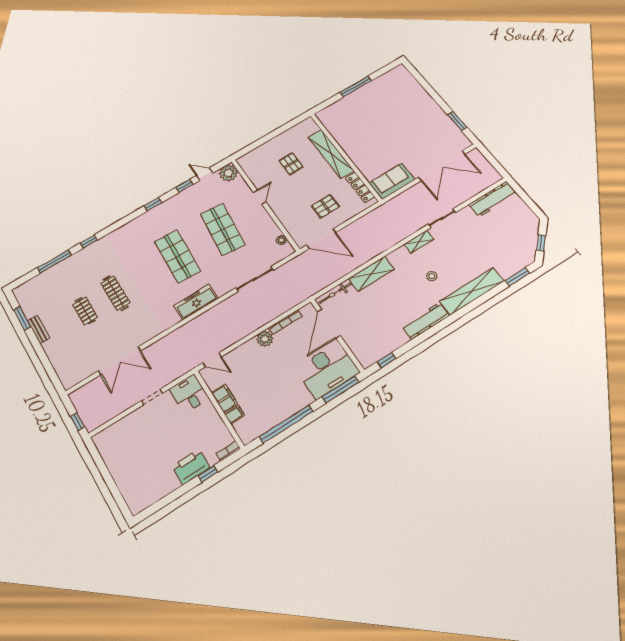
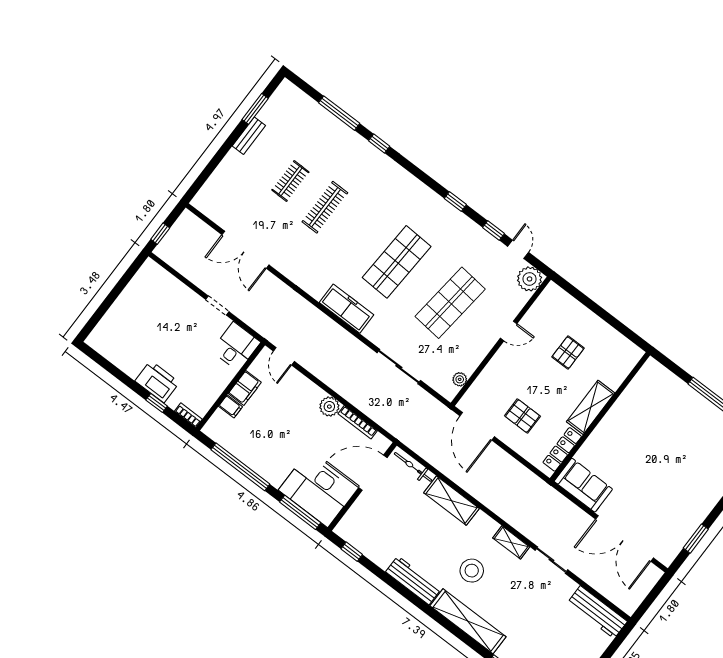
shelving: (331, 154) -> (591, 407), width x0.68
stool: (432, 276) -> (472, 571), width x1.89, depth x1.89

